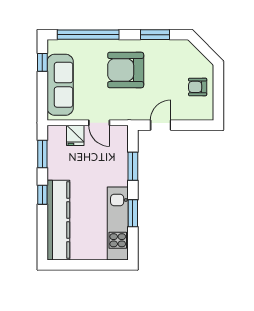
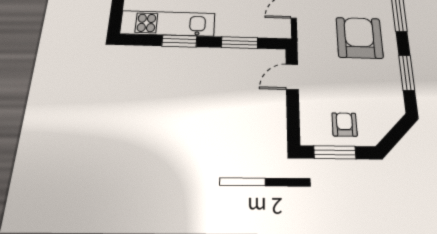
window: (218, 95) -> (335, 152), added
door: (161, 125) -> (292, 77), swing flipped

